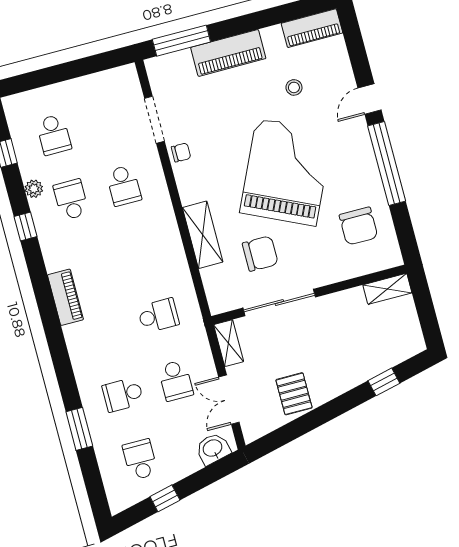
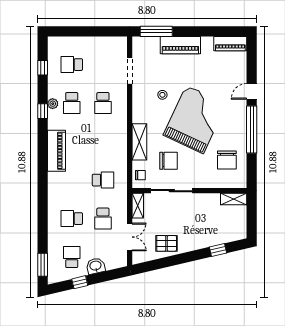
stool: (294, 87) -> (162, 95), moved
school desk: (54, 135) -> (72, 65), turned 90
chair: (181, 152) -> (140, 175), moved
plant: (34, 189) -> (53, 104), moved
school desk: (71, 200) -> (72, 103), turned 180
piano: (65, 297) -> (56, 151), width x1.37, depth x1.33
pallet: (294, 394) -> (167, 243), turned 90
double door: (229, 400) -> (130, 237), swing flipped
window: (79, 429) -> (43, 265), moved
washbasin: (213, 449) -> (96, 266), moved

